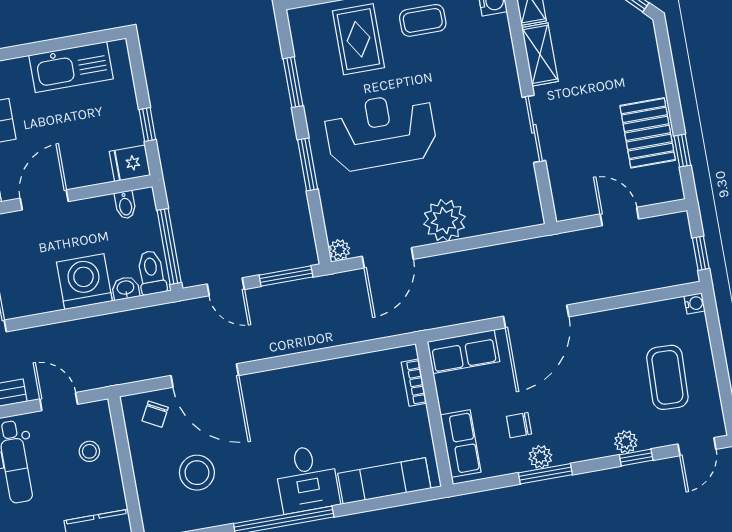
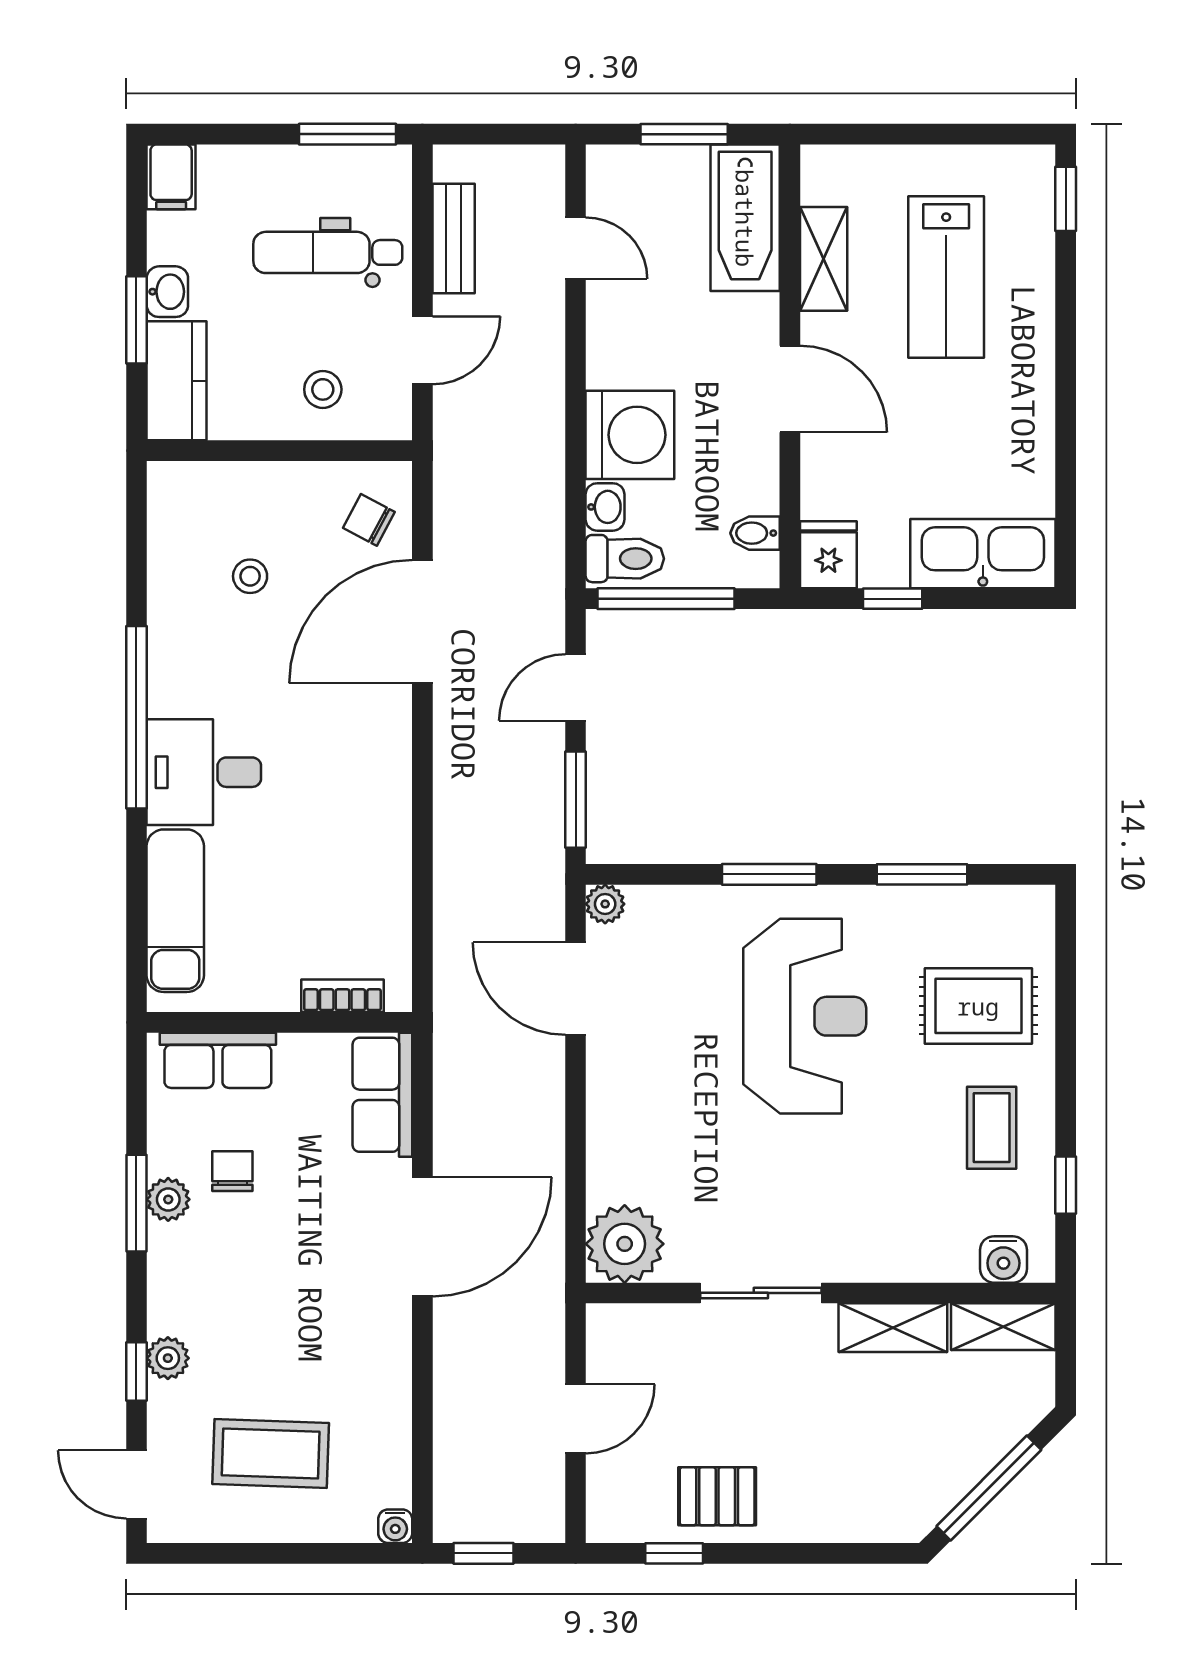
kitchen sink: (71, 67) -> (983, 554), moved, turned 90
pallet: (648, 133) -> (717, 1496), width x0.67, depth x0.71
plant: (444, 220) -> (625, 1244), moved
door: (536, 316) -> (422, 1237), swing flipped
stool: (197, 473) -> (250, 576), width x0.53, depth x0.53

